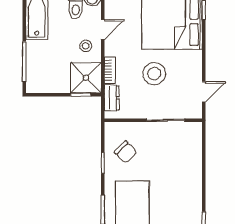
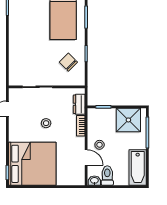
door: (103, 29) -> (86, 158), swing flipped
stool: (154, 74) -> (46, 123), width x0.53, depth x0.53
shower: (86, 78) -> (128, 120), moved

